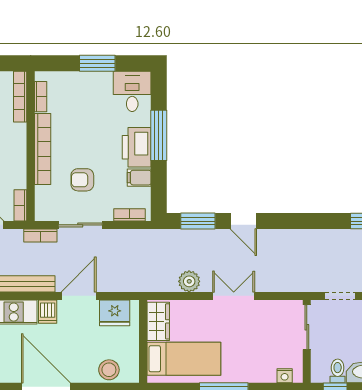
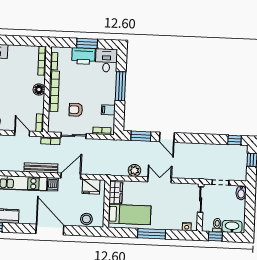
floor lamp: (17, 147) -> (39, 89), added
printer: (137, 147) -> (83, 56), moved, turned -90

